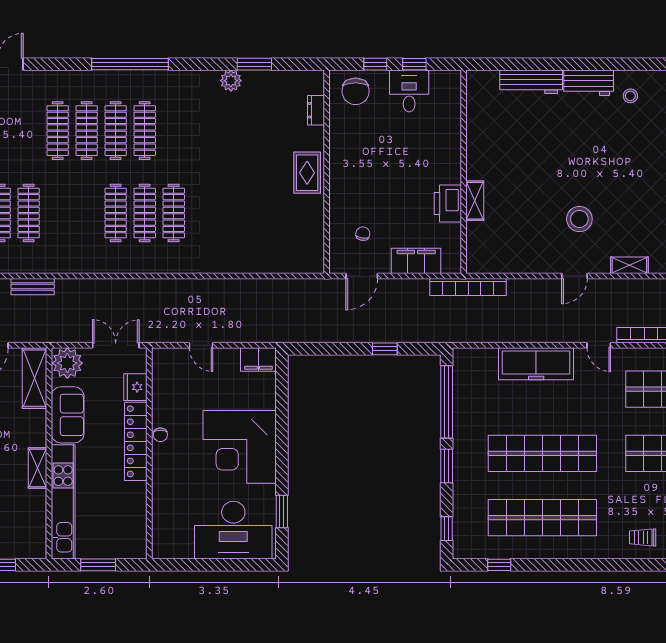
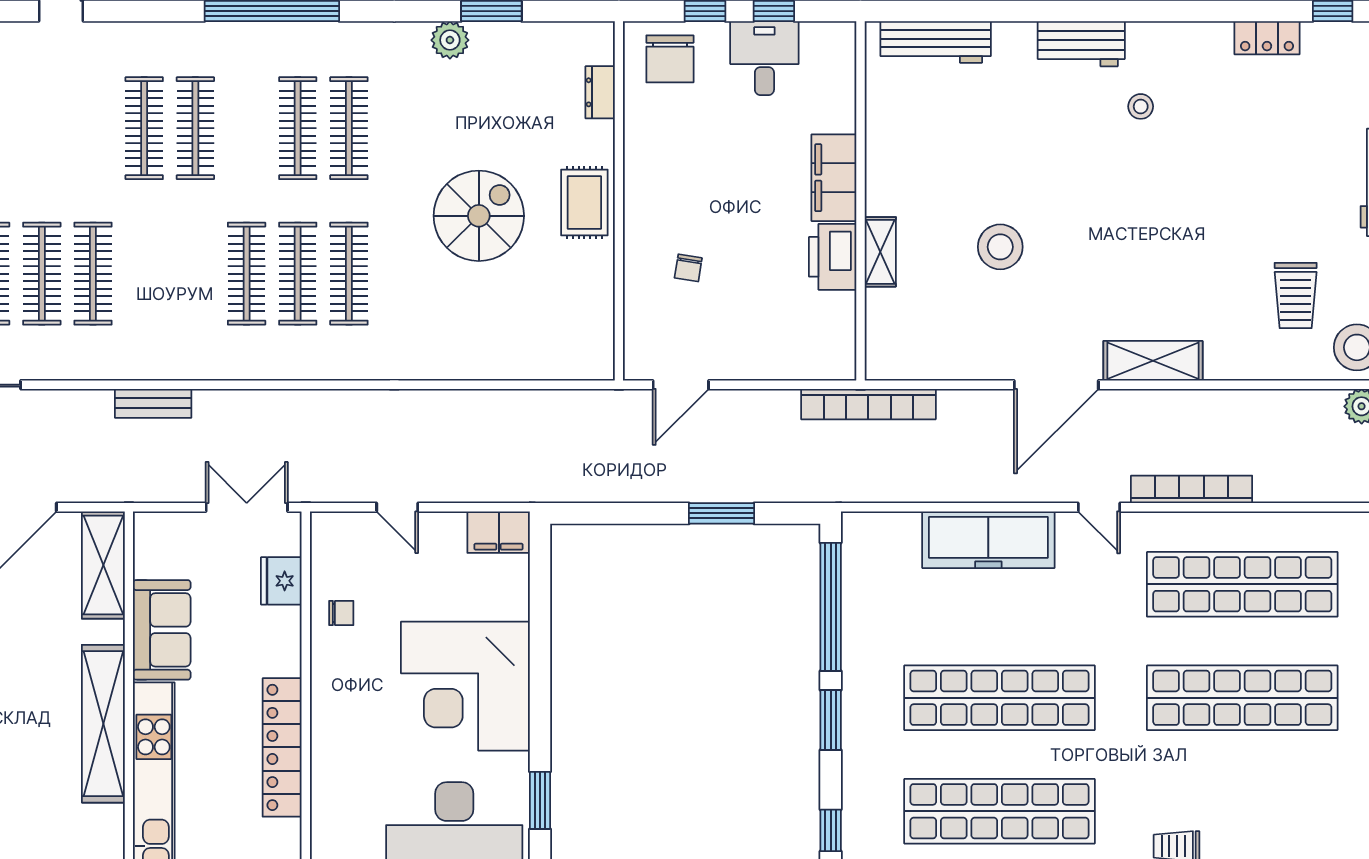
workbench: (531, 82) -> (936, 42), moved
stool: (630, 96) -> (1141, 106), moved
clothes rail: (116, 131) -> (349, 128), moved
spiral stairs: (247, 180) -> (479, 216), added
stool: (579, 219) -> (1000, 247), moved
chair: (363, 234) -> (688, 268), moved, turned 180
filing cabinet: (416, 261) -> (834, 178), moved, turned -90
shelving: (629, 265) -> (1153, 361), width x1.50, depth x1.33
door: (575, 276) -> (1056, 385), width x1.88
bench: (33, 287) -> (153, 403), moved
window: (385, 349) -> (722, 513), width x1.50
plant: (67, 363) -> (161, 538), removed
chair: (160, 435) -> (341, 613), moved, turned -90
locker: (136, 441) -> (282, 747), moved
shelving: (37, 468) -> (103, 724), width x2.20, depth x1.33

